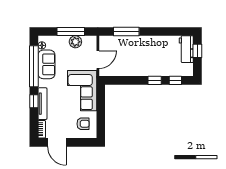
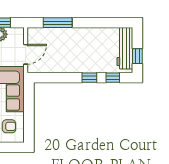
workbench: (186, 49) -> (125, 48), width x1.37
window: (197, 51) -> (137, 56), moved

